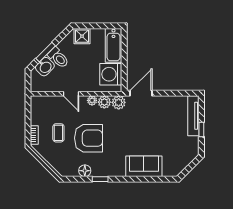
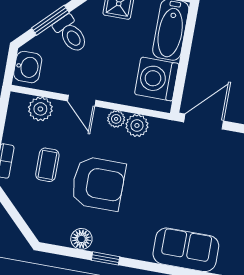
washbasin: (45, 67) -> (28, 67), moved, turned -45
plant: (119, 102) -> (40, 109), moved

